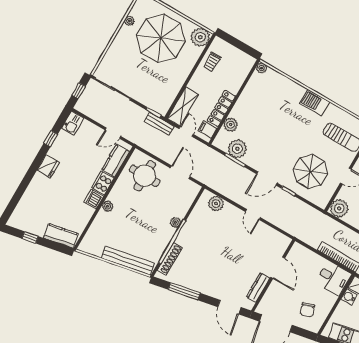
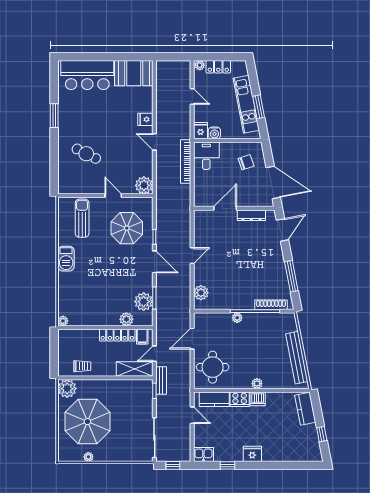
bench: (128, 261) -> (297, 358), moved

